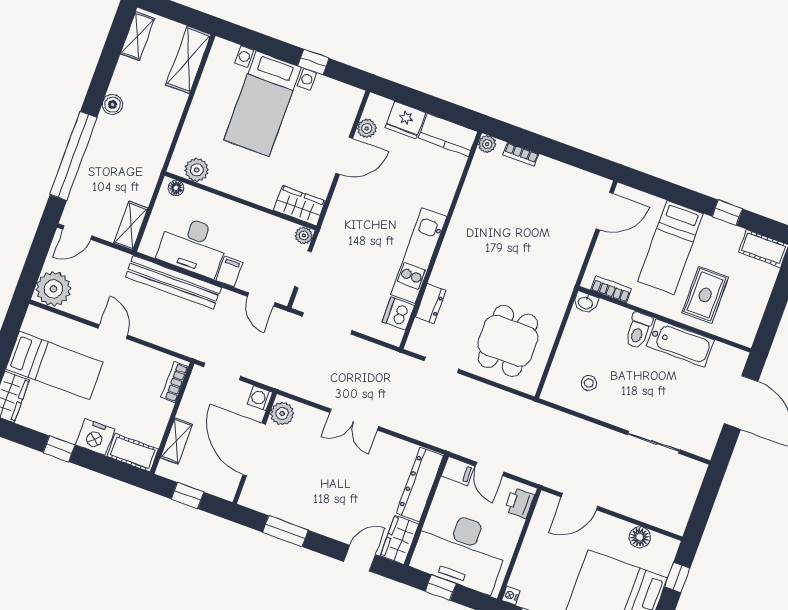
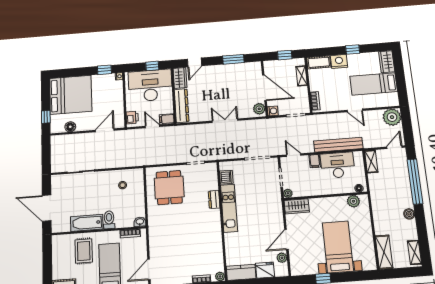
dresser: (431, 304) -> (214, 199), moved

